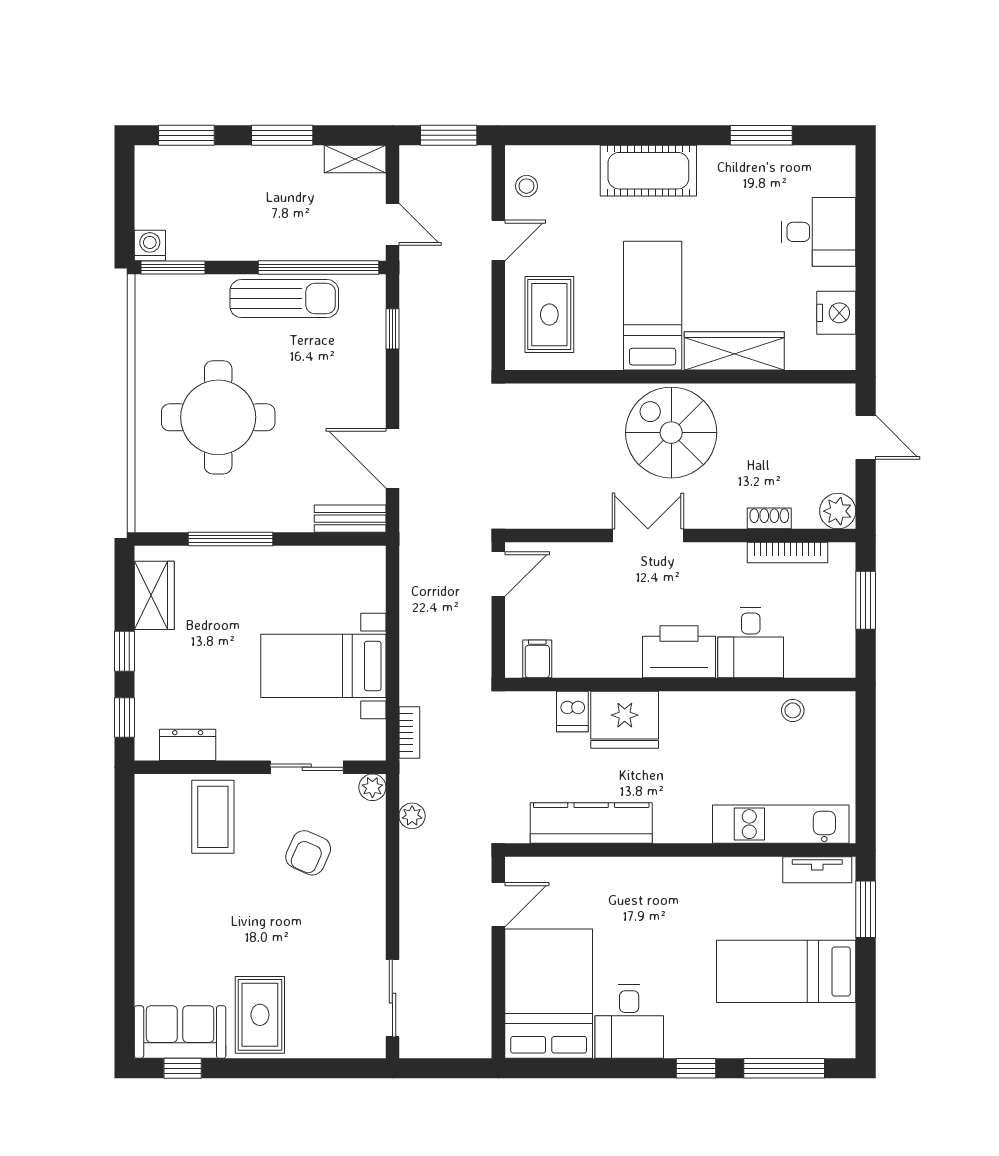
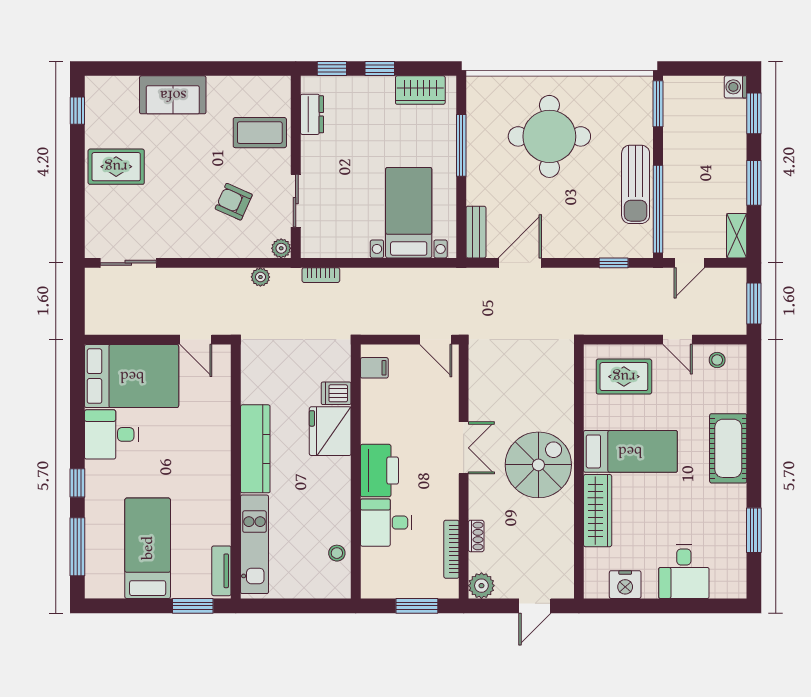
washing machine: (150, 246) -> (736, 87), moved, turned 180
bed with nightstands: (323, 666) -> (409, 213), moved
kitchen counter: (591, 823) -> (255, 449), moved
sofa: (180, 1032) -> (173, 95), moved, turned 90

